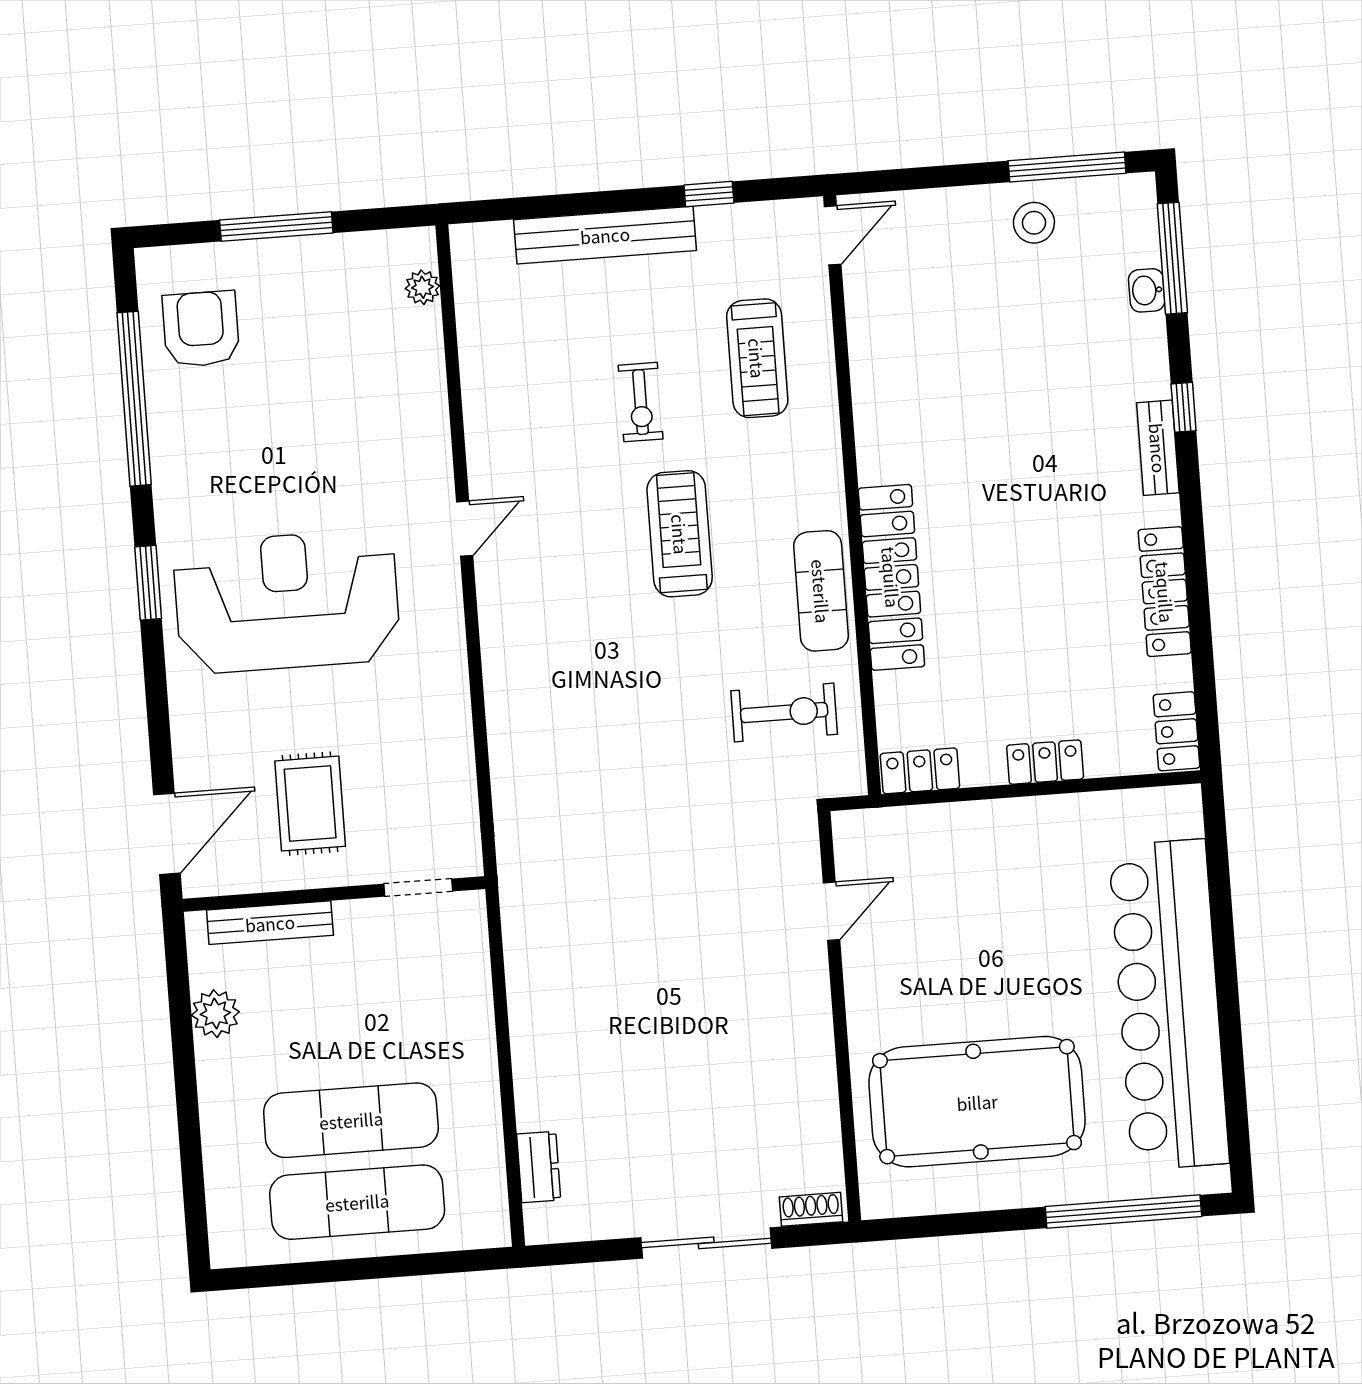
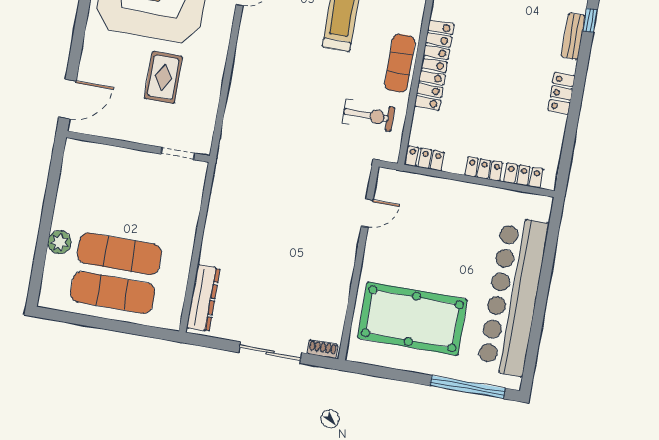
locker: (1165, 592) -> (561, 93), width x0.66
locker: (1177, 731) -> (523, 175), moved, turned 90
rug: (310, 804) -> (163, 77), moved
bench: (270, 923) -> (105, 152), removed
plant: (215, 1014) -> (59, 242), moved
dresser: (539, 1167) -> (203, 298), width x1.96, depth x1.24

